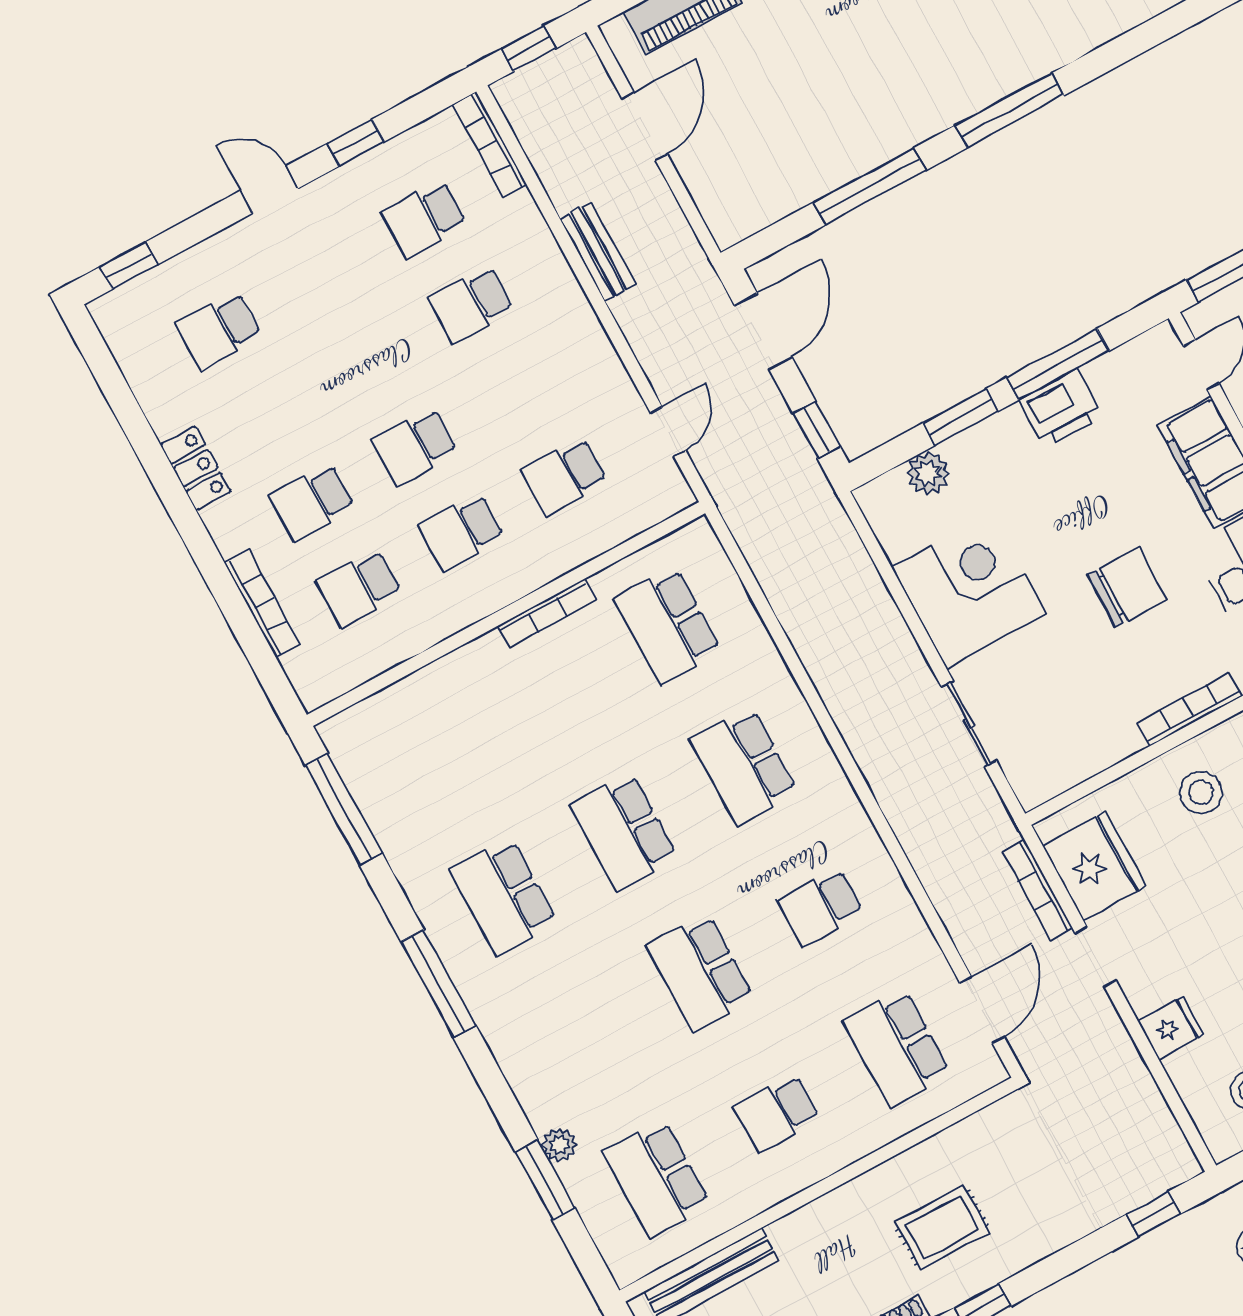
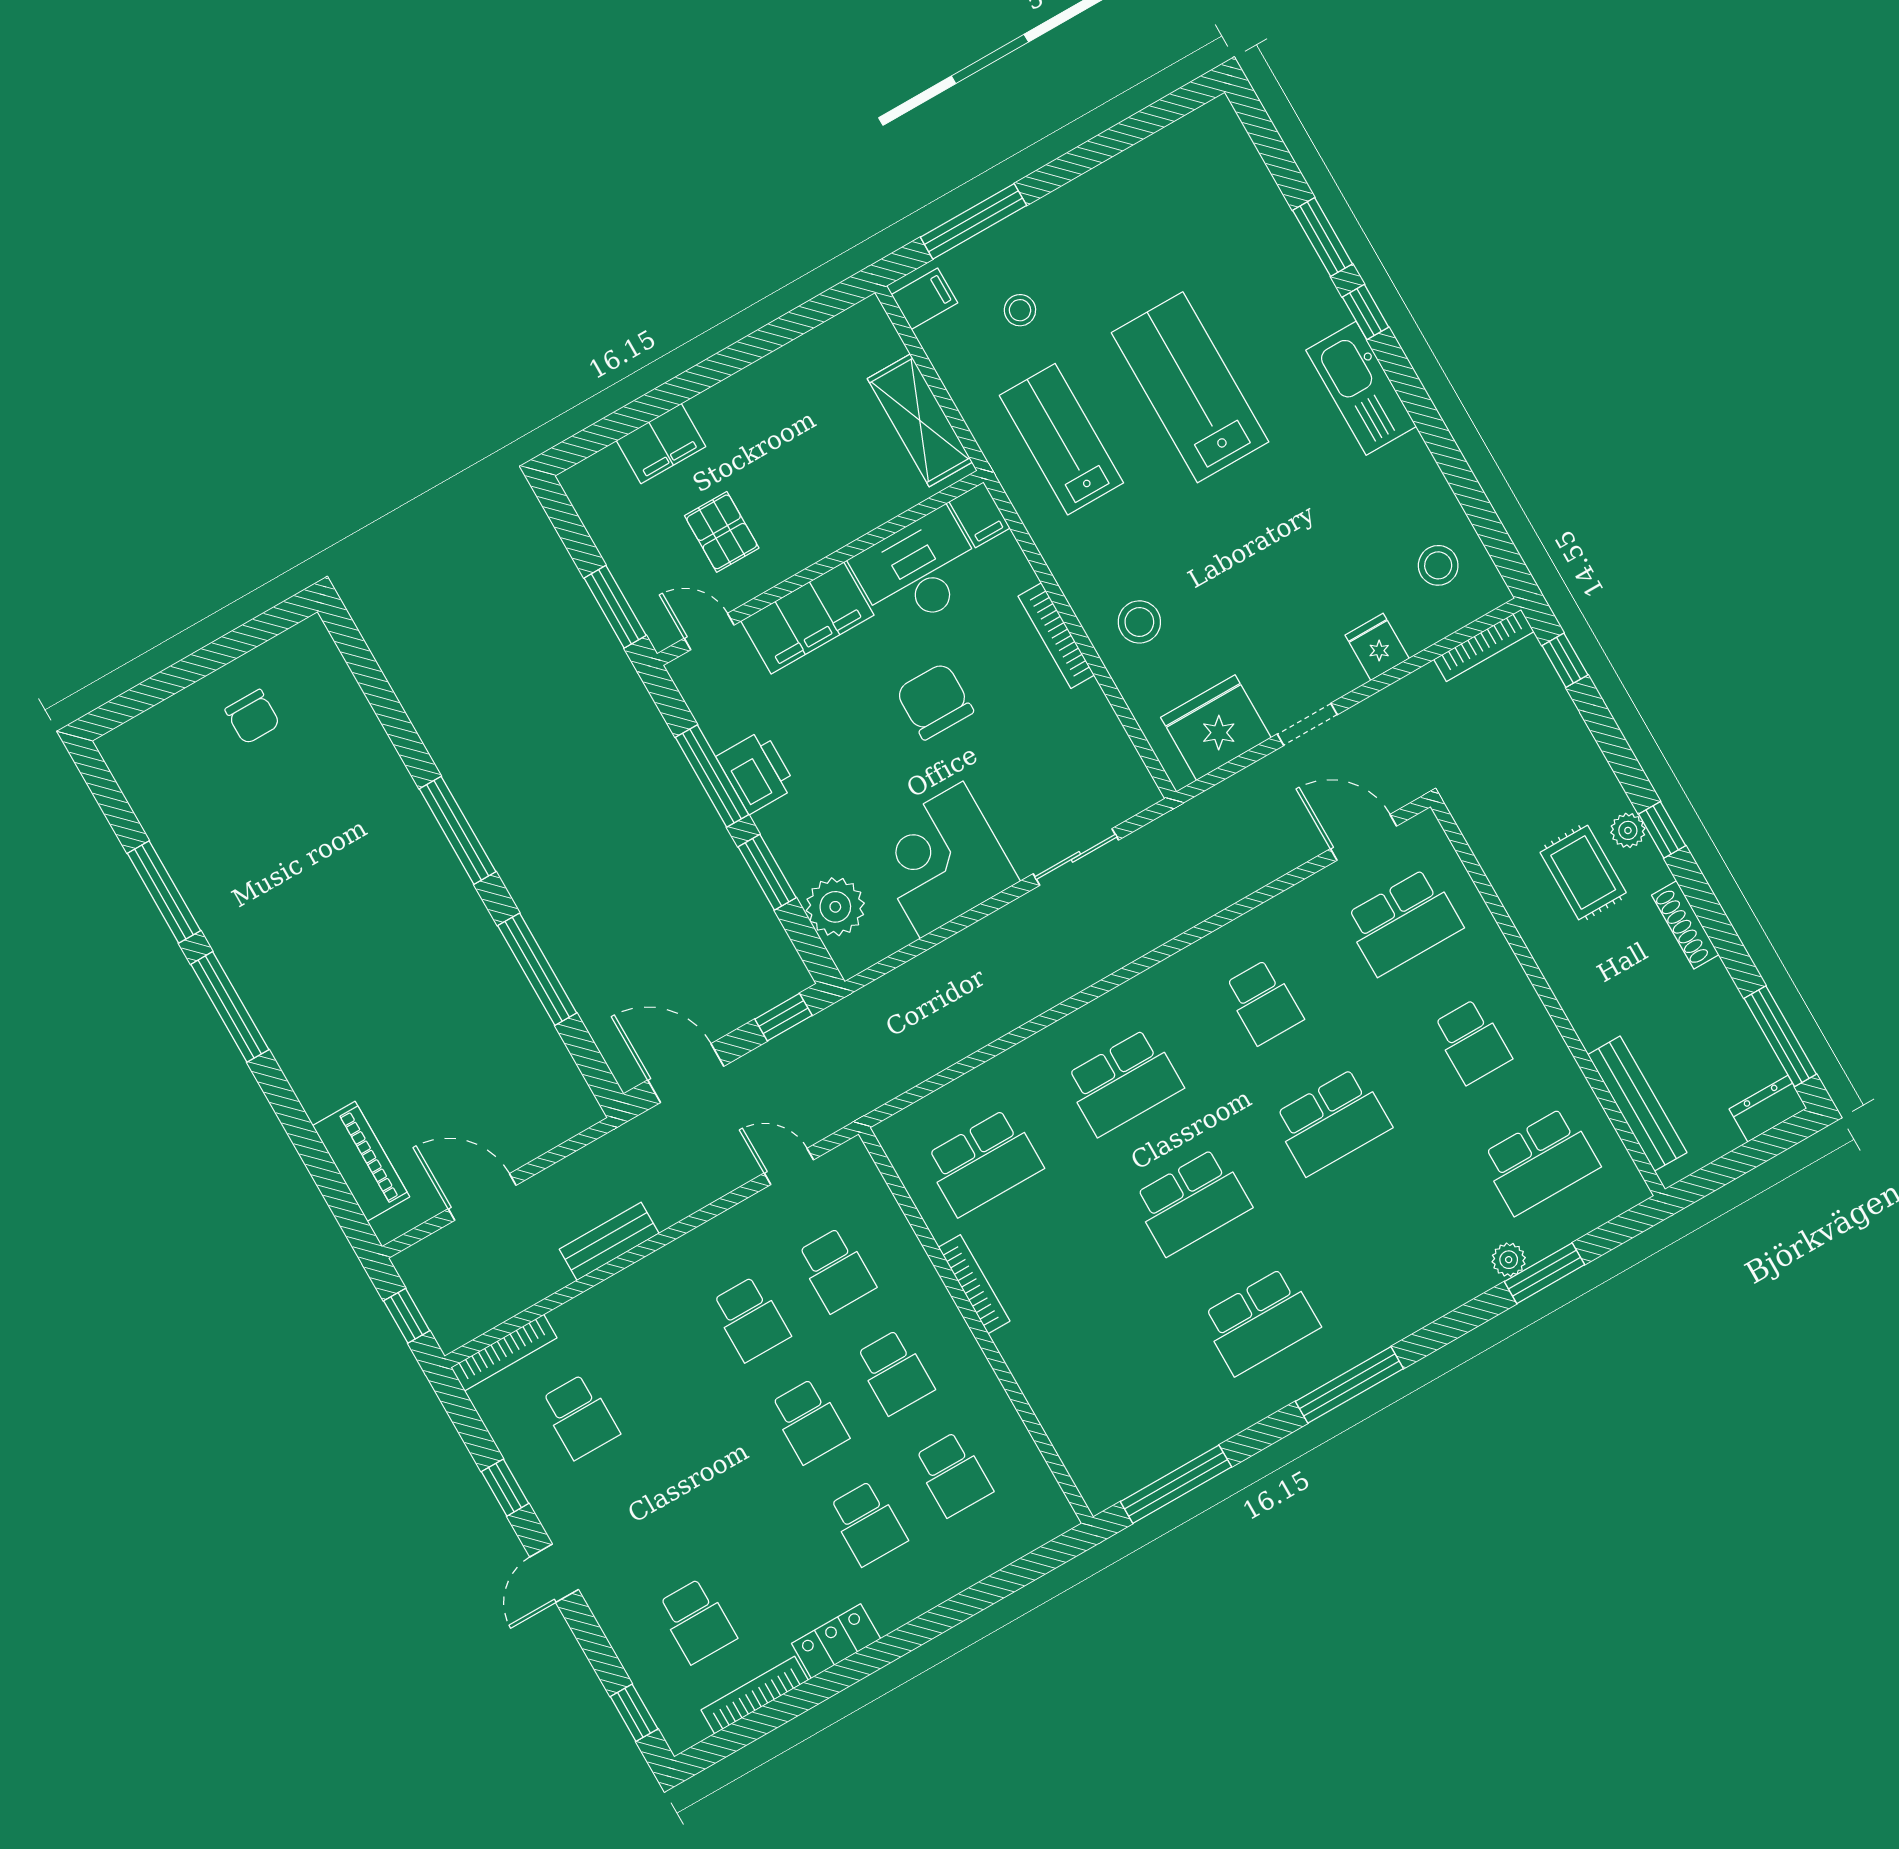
school desk: (471, 304) -> (751, 1319), moved
plant: (928, 473) -> (835, 907), width x1.36, depth x1.36
bookcase: (262, 604) -> (755, 1695), moved
bookcase: (1037, 890) -> (1484, 645), moved
plant: (983, 1273) -> (1628, 830), added

